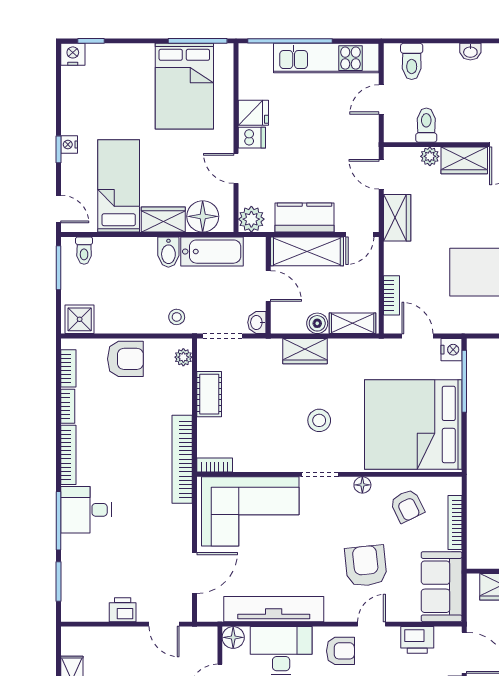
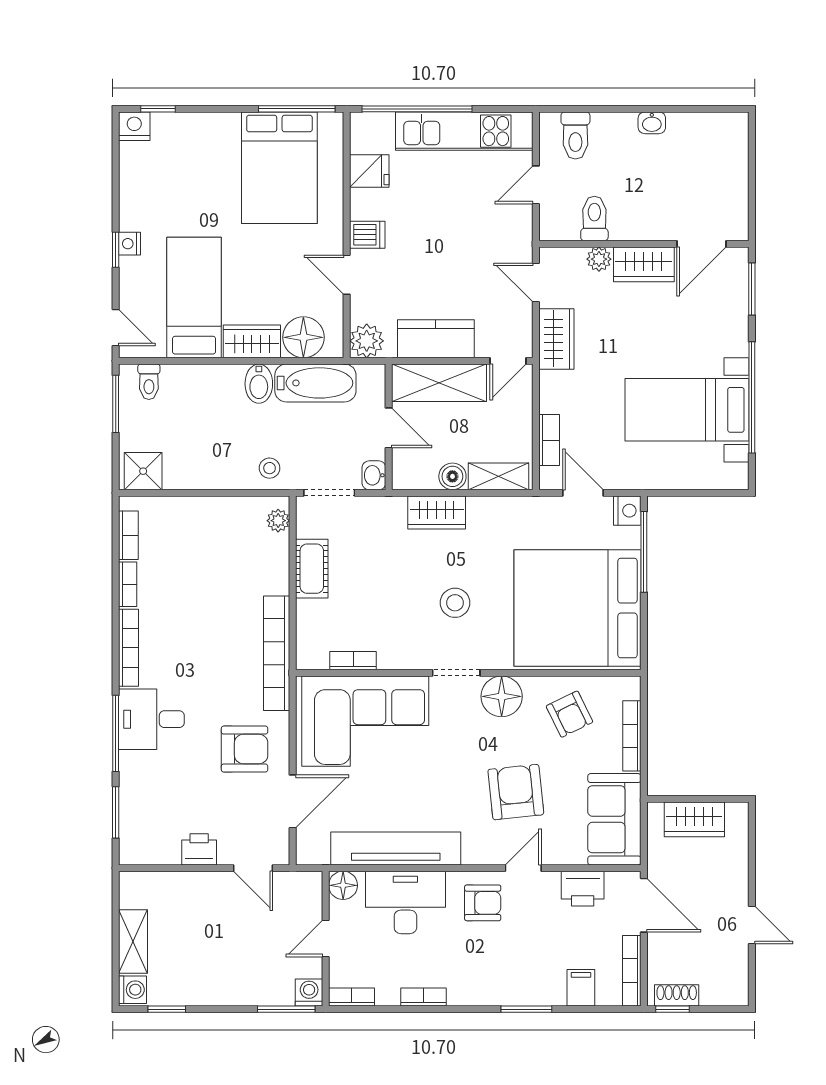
fridge: (253, 113) -> (369, 171), moved
armchair: (125, 359) -> (245, 749), moved
bookcase: (215, 465) -> (353, 661), moved
floor lamp: (362, 485) -> (502, 696), width x1.89, depth x1.89

